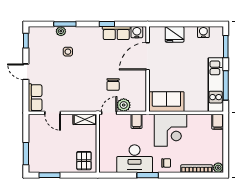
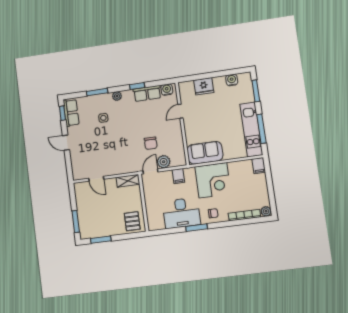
plant: (61, 31) -> (117, 96), moved
door: (148, 56) -> (181, 111), width x0.53
row of seats: (35, 98) -> (71, 113), moved

